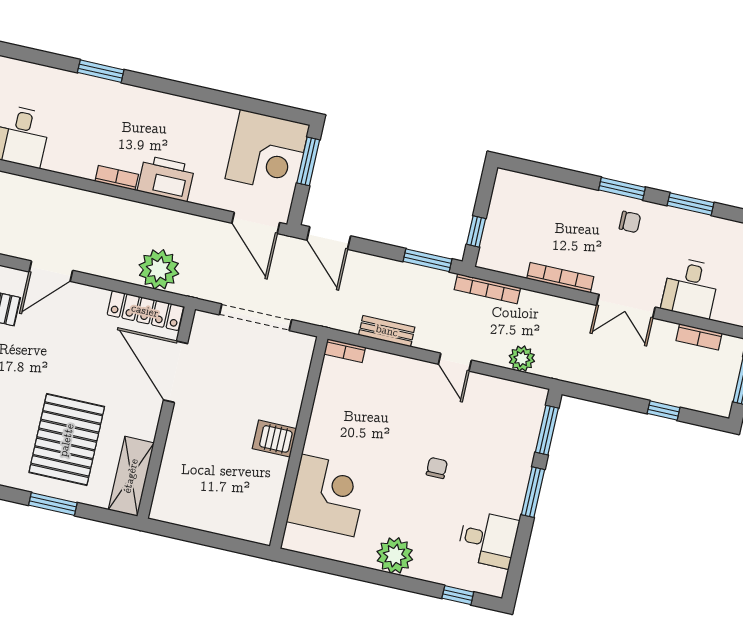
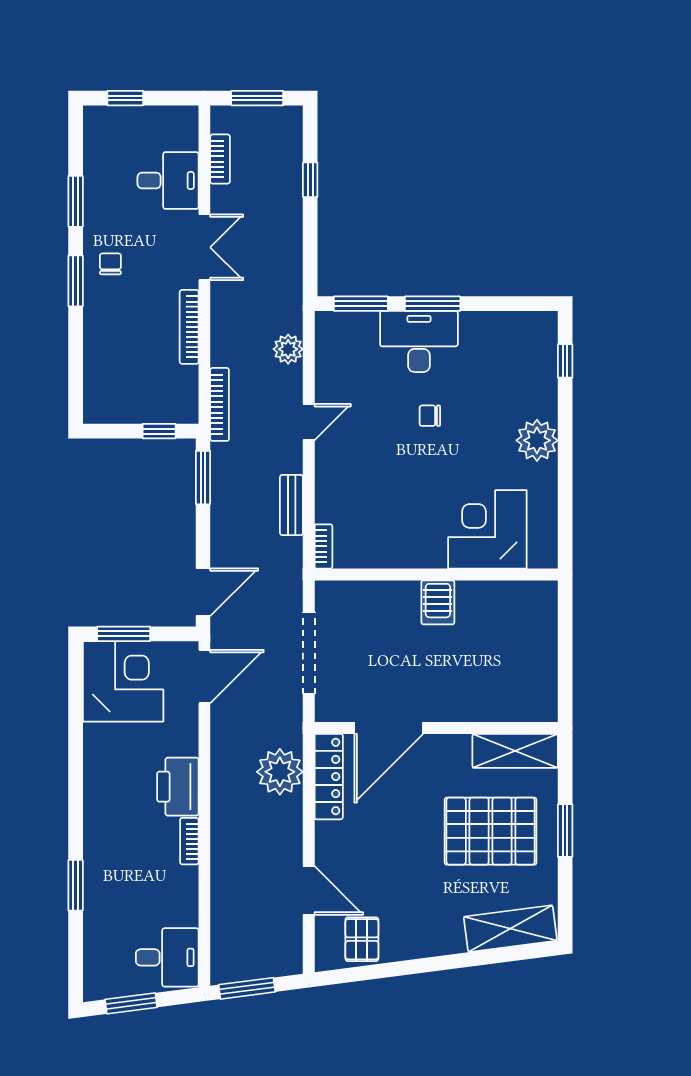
desk: (488, 539) -> (419, 341), moved, width x1.37

